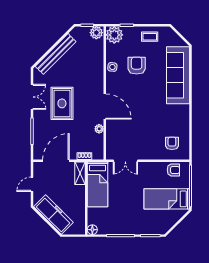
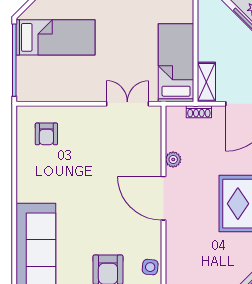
armchair: (173, 170) -> (44, 88), removed

